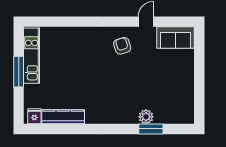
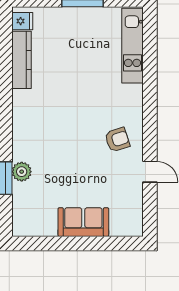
sofa: (176, 38) -> (83, 222), moved, turned 90
kitchen unit: (32, 56) -> (132, 46), moved, turned 90

